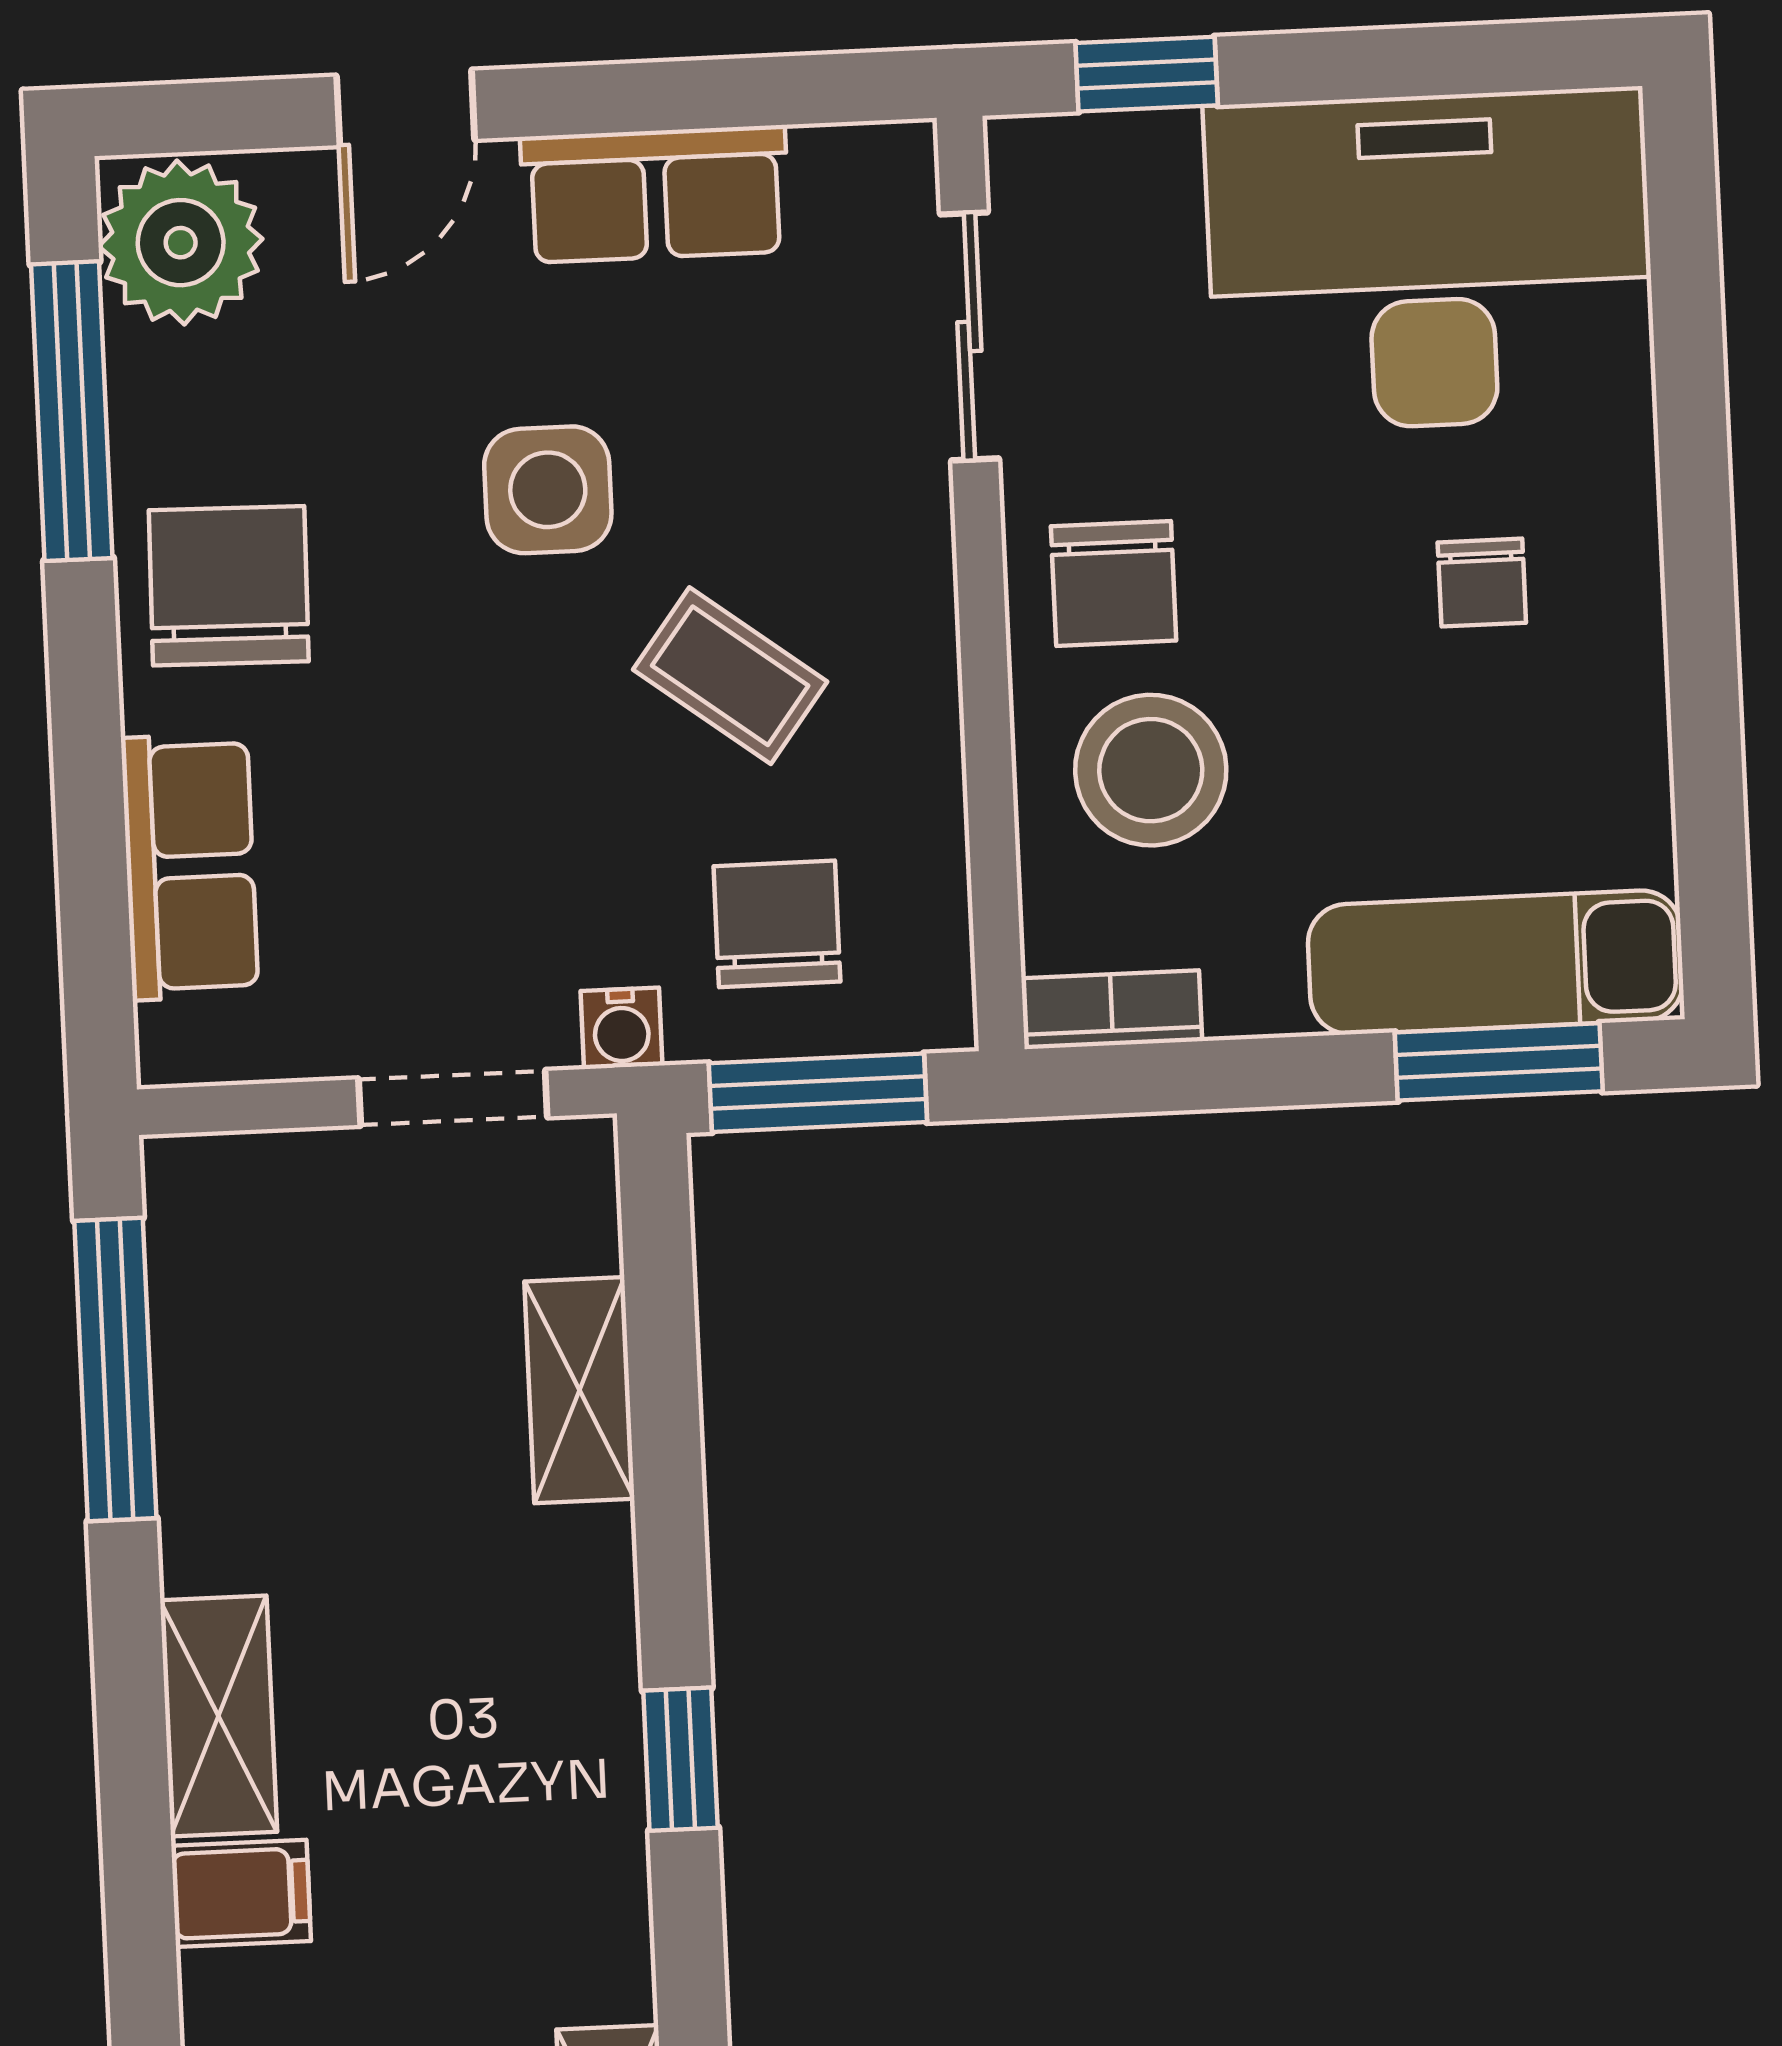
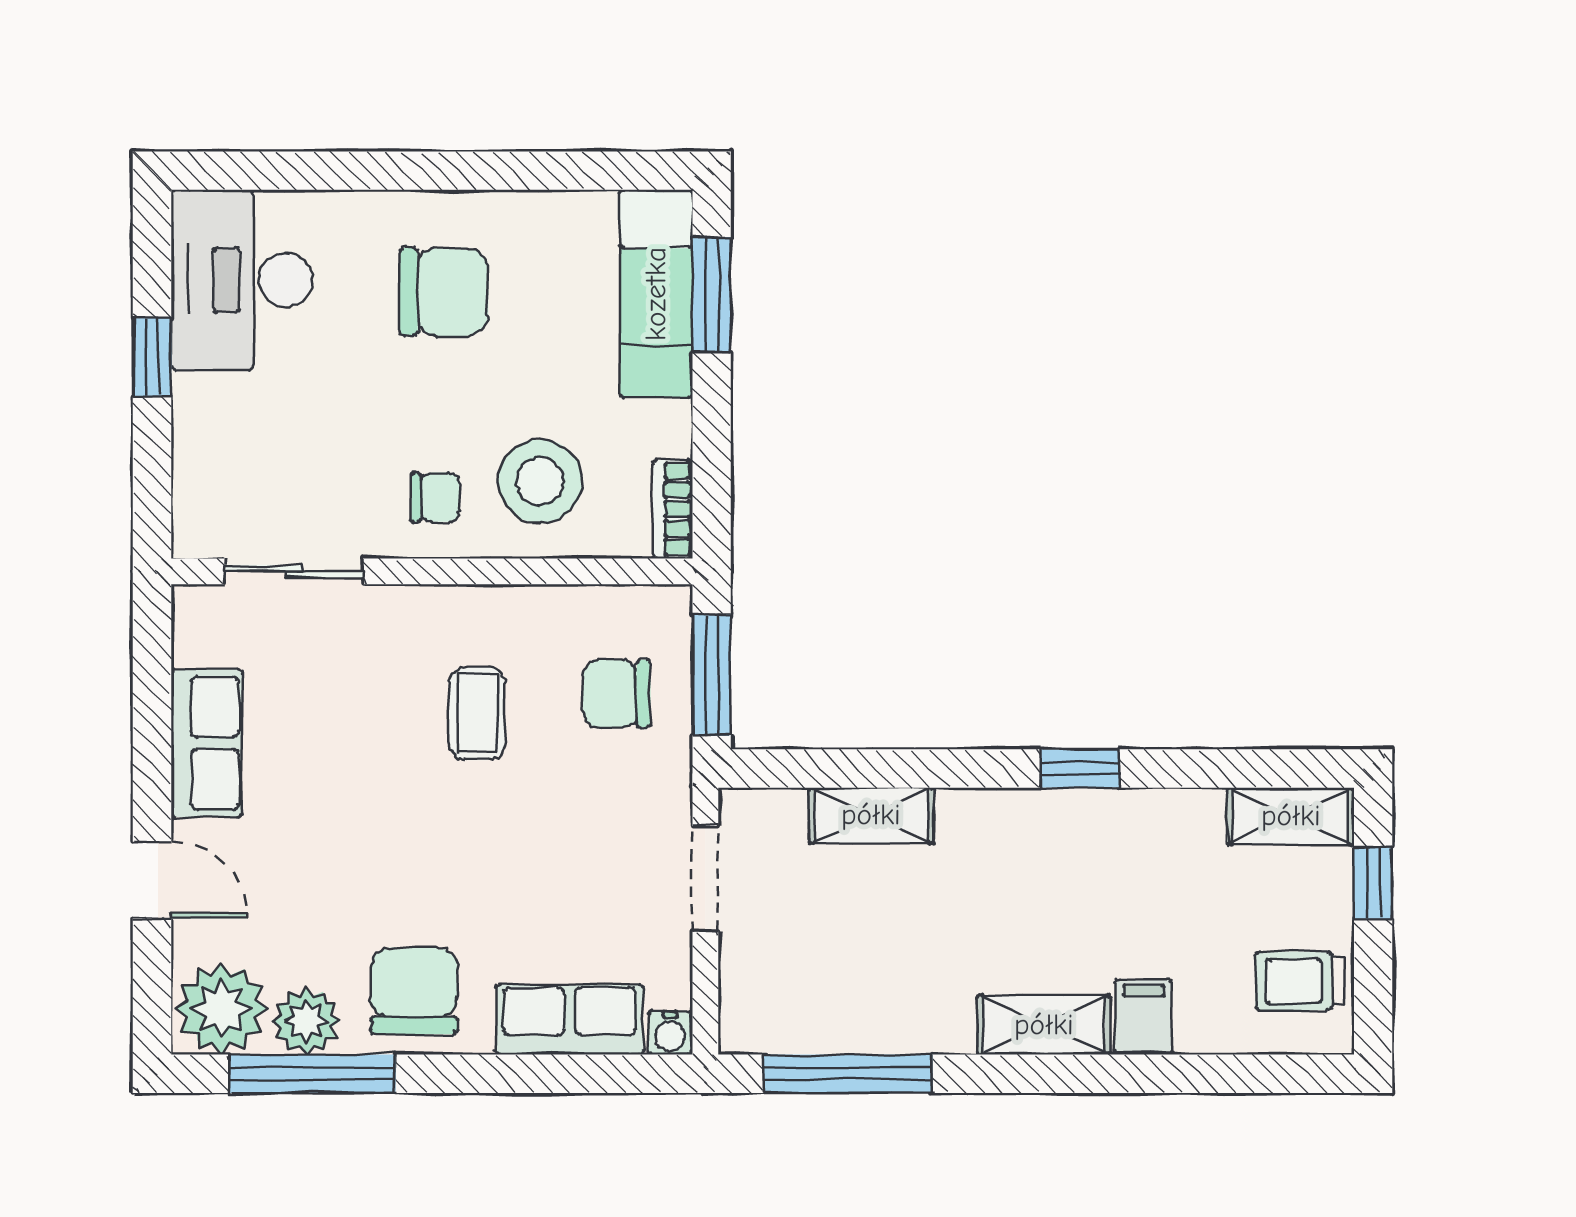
window: (1147, 74) -> (152, 357), moved
desk: (1430, 261) -> (242, 280), width x0.73, depth x0.77
plant: (166, 395) -> (306, 1021), added
side table: (548, 490) -> (369, 810), removed
chair: (1114, 583) -> (435, 497), width x0.73, depth x0.73
chair: (1482, 583) -> (444, 292), width x1.87, depth x1.87
chair: (229, 586) -> (414, 991), turned 89
coffee table: (730, 676) -> (477, 713), turned -37
water cooler: (622, 1028) -> (670, 1033), moved, turned 90

